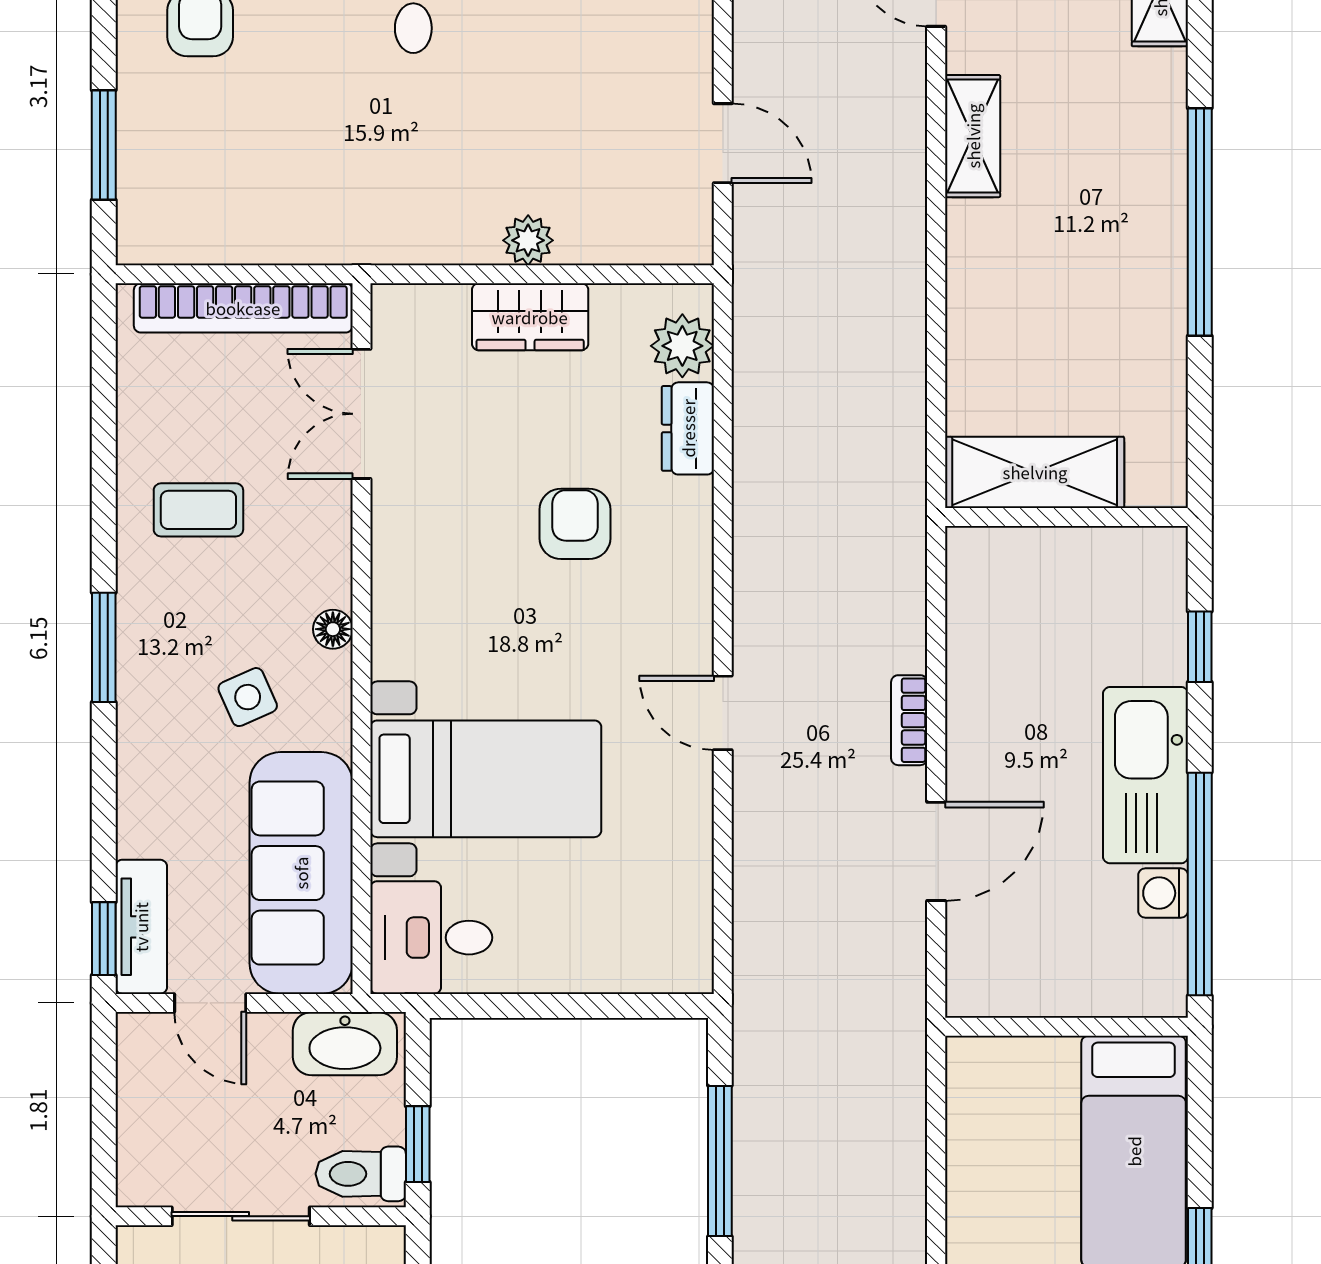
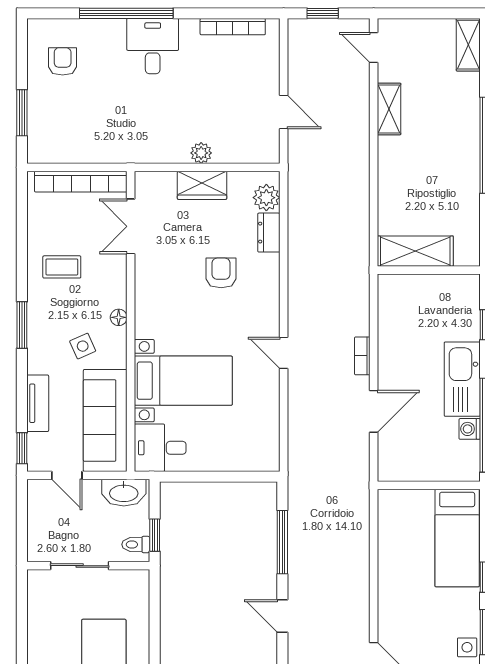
tv unit: (141, 927) -> (38, 403), moved
toilet: (361, 1174) -> (136, 544), width x0.73, depth x0.72

